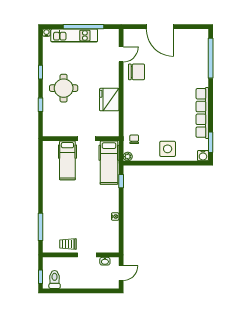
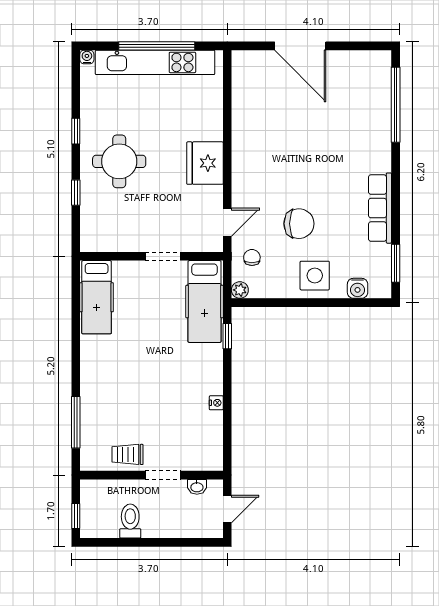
kitchen unit: (74, 36) -> (155, 62), width x1.36
door: (121, 54) -> (227, 222), moved
chair: (136, 72) -> (299, 224), moved
fridge: (109, 100) -> (205, 163), moved
row of seats: (202, 113) -> (380, 208), width x0.73
water cooler: (203, 156) -> (358, 288), moved
hospital bed: (67, 160) -> (97, 297), moved
toilet: (55, 279) -> (130, 521), moved

